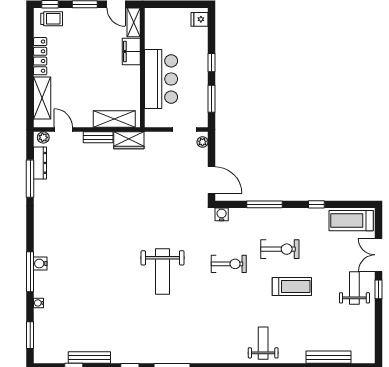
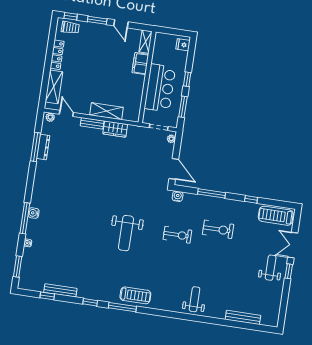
shelving: (134, 22) -> (146, 42), moved
filing cabinet: (131, 52) -> (140, 64), moved
wall: (142, 68) -> (147, 77), moved
bar counter: (161, 79) -> (160, 88), moved
dresser: (40, 163) -> (43, 147), moved
treadmill: (292, 287) -> (135, 295), moved

